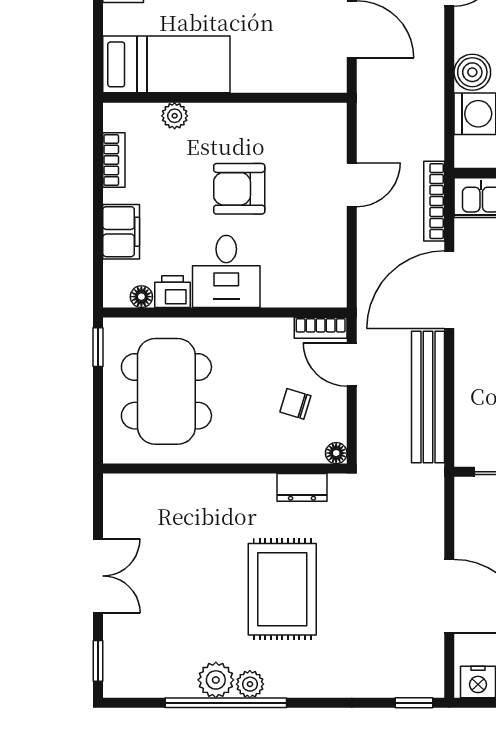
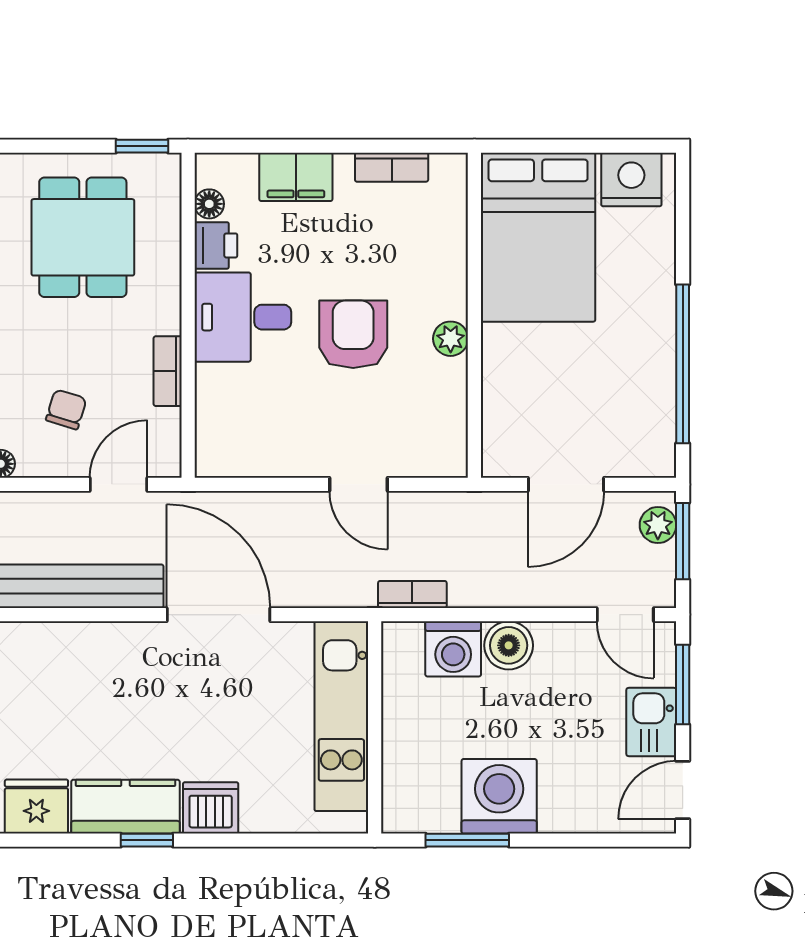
bed: (166, 64) -> (538, 237), width x1.50
plant: (175, 116) -> (451, 339), moved
bookcase: (434, 201) -> (412, 594), moved, width x0.64
bookcase: (321, 328) -> (168, 371), moved
dining table: (166, 391) -> (83, 237), width x0.73

